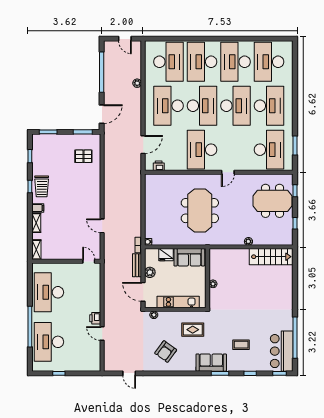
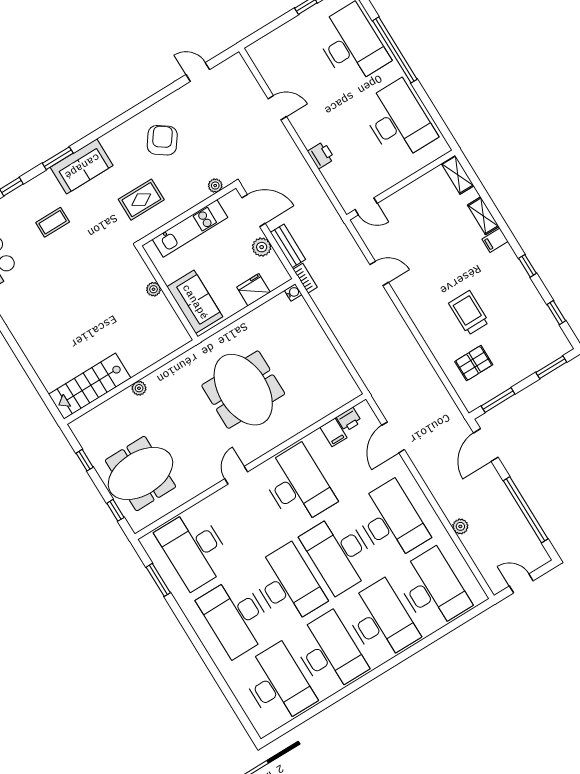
desk: (168, 62) -> (432, 589), turned 180
desk: (235, 106) -> (288, 585), turned 180
filing cabinet: (170, 164) -> (333, 432), added
trolley: (42, 186) -> (469, 313), moved
sofa: (189, 257) -> (195, 302), moved, turned 90
printer: (95, 318) -> (321, 155), moved

